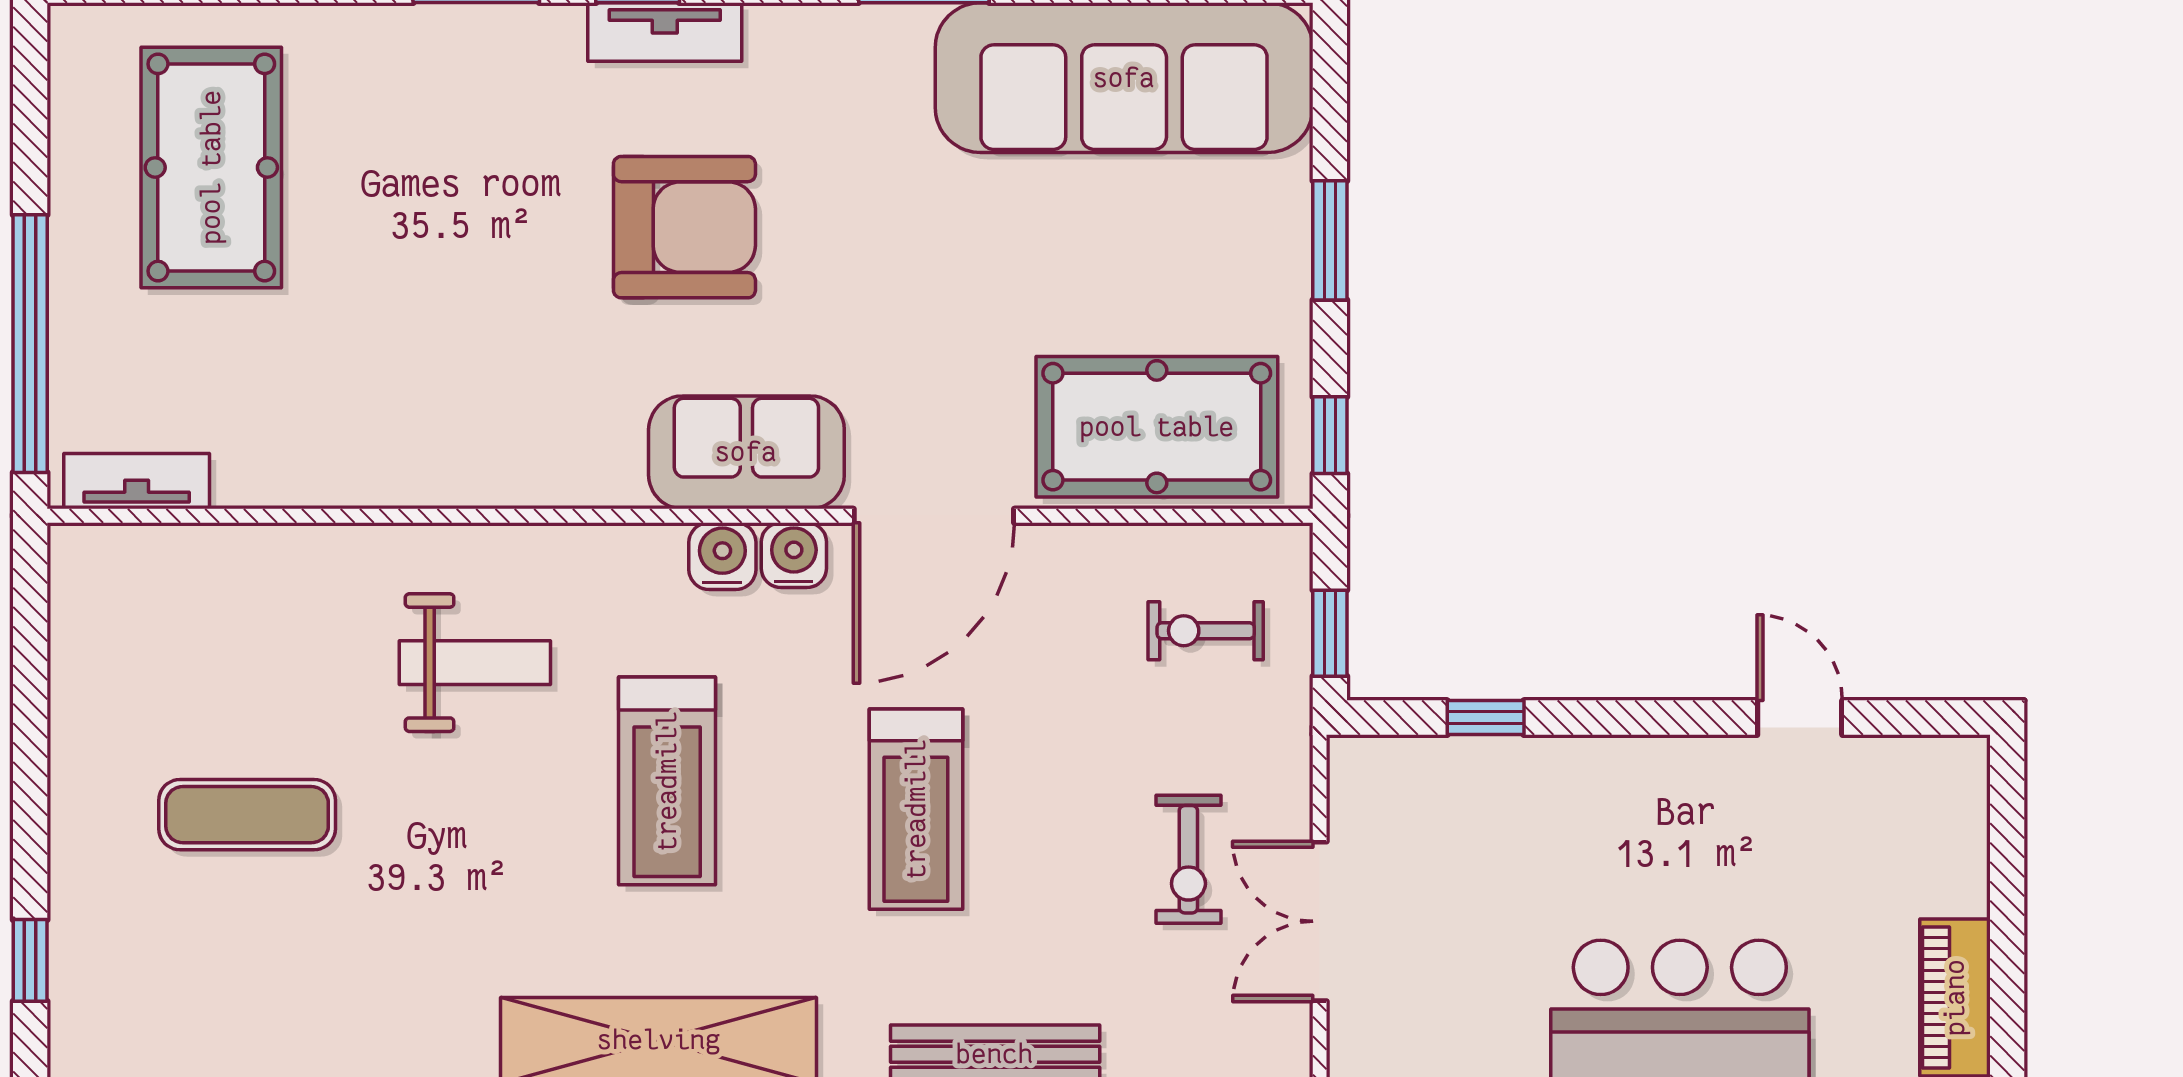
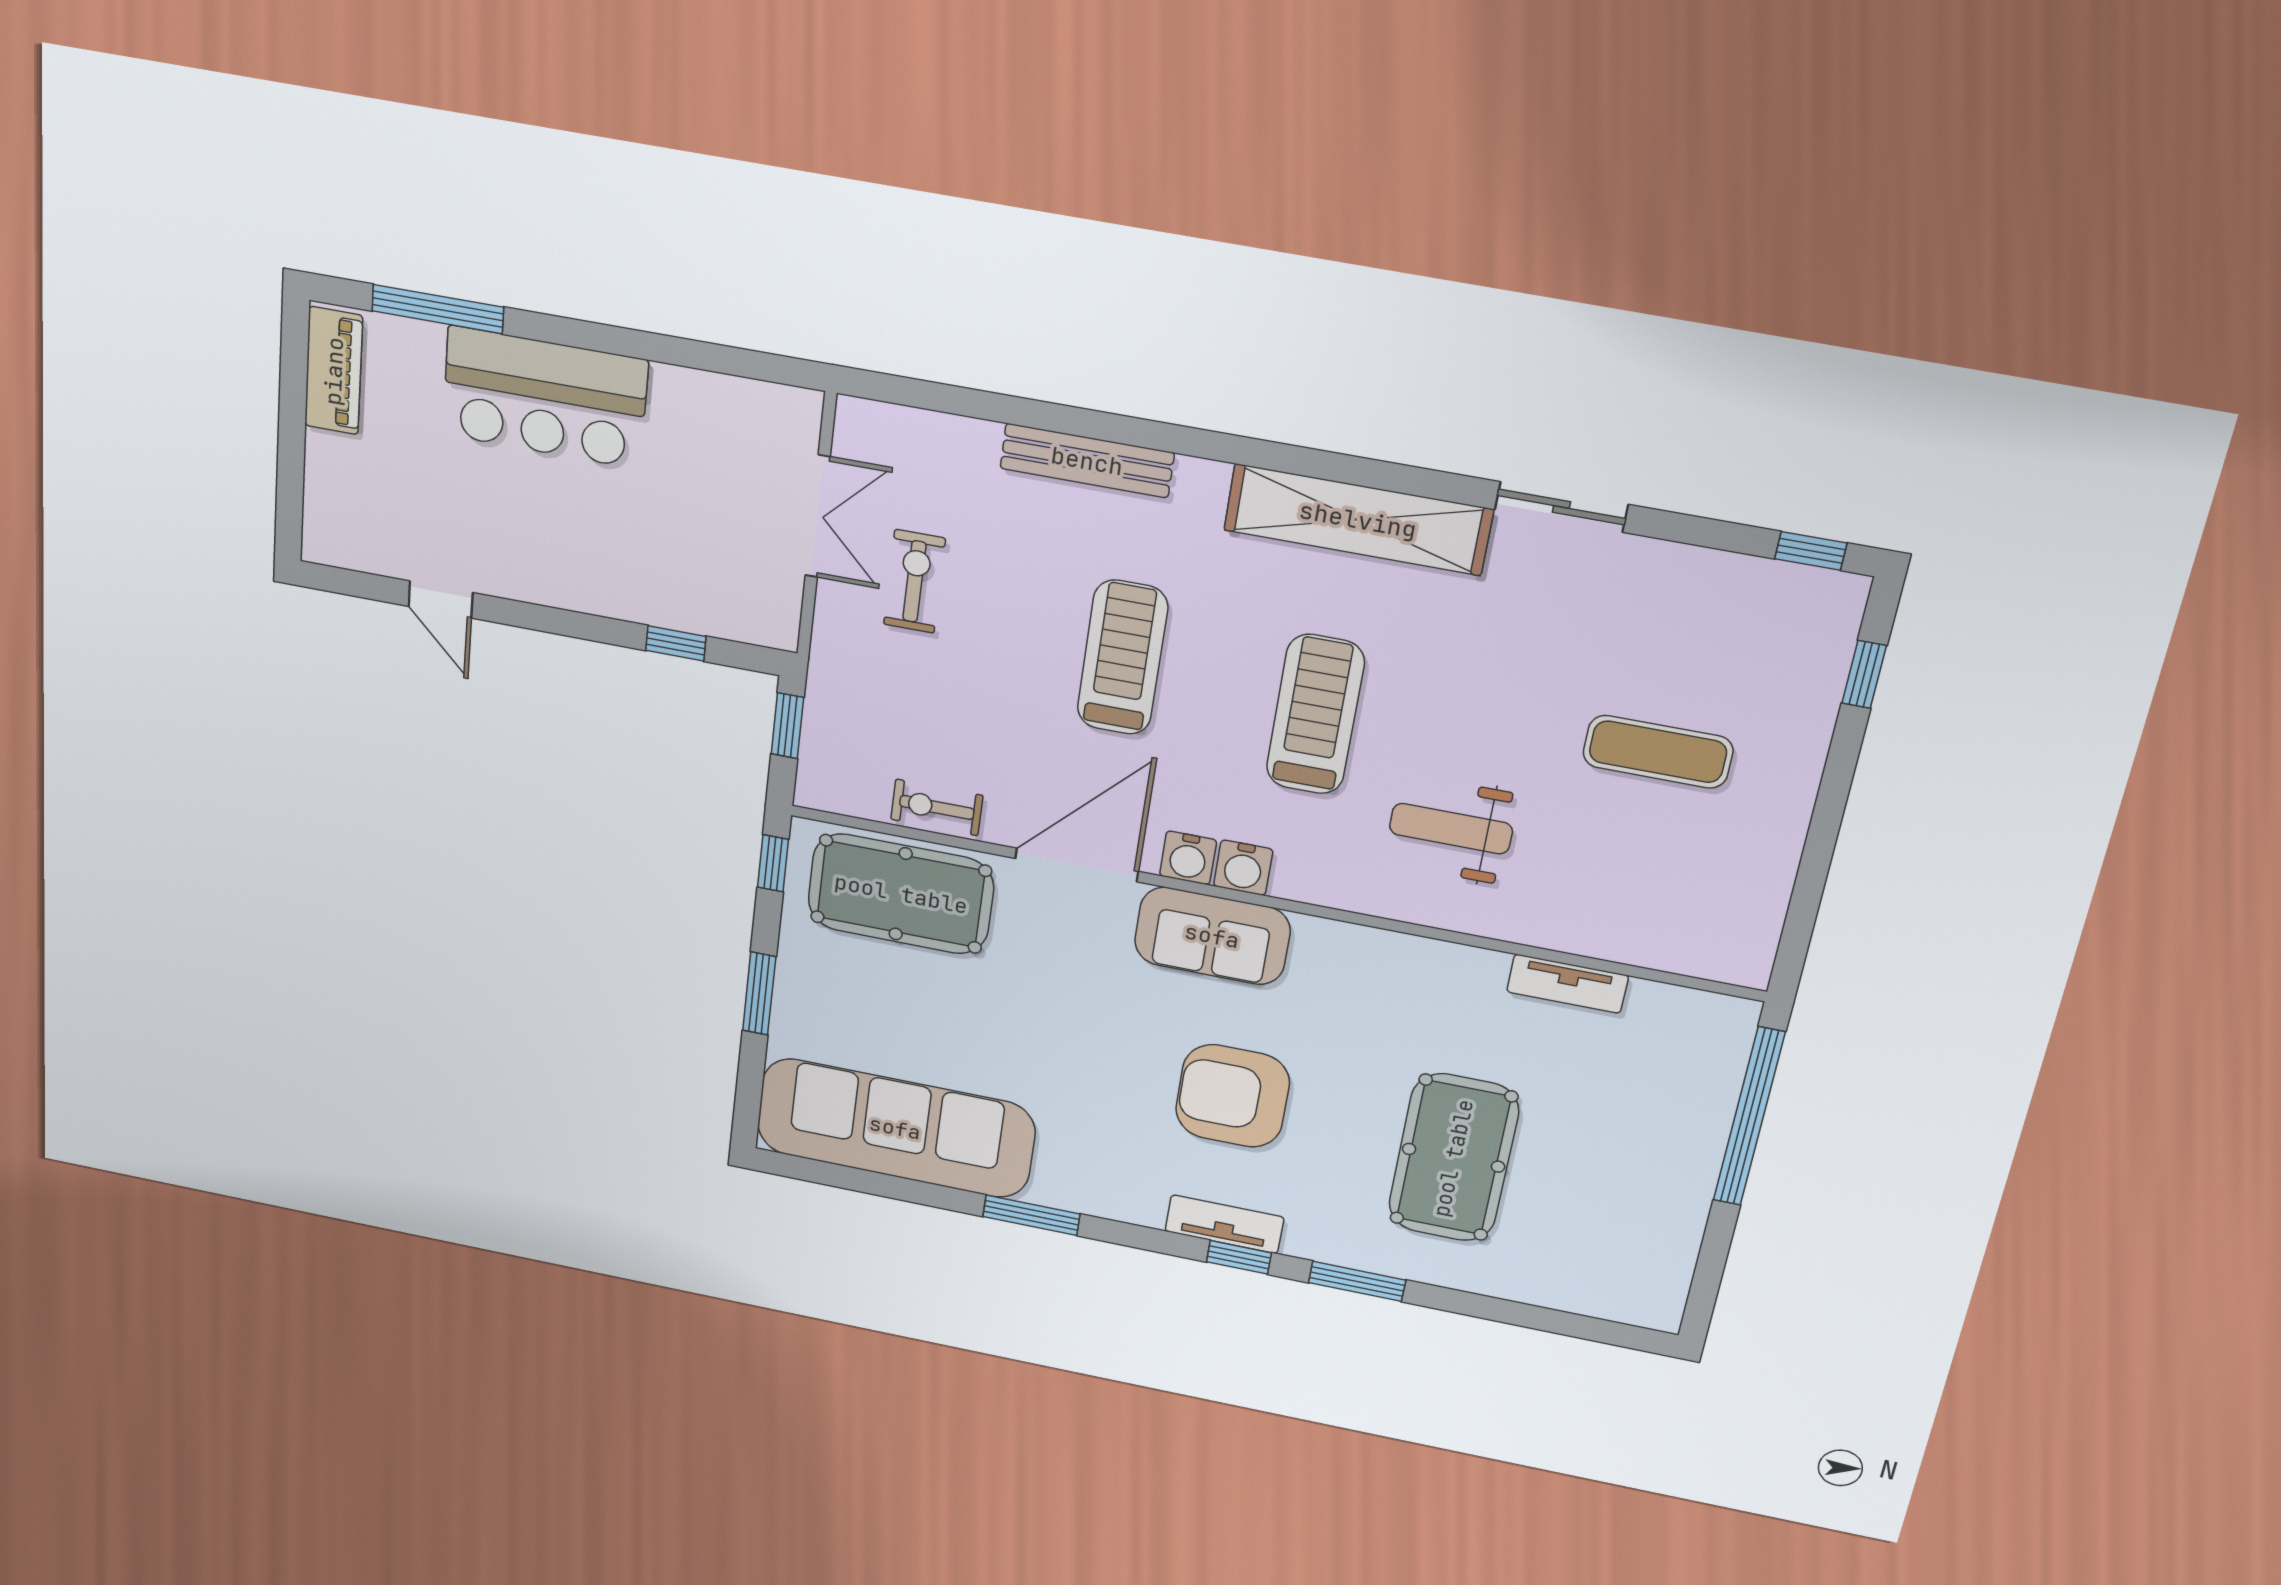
pool table: (211, 167) -> (1453, 1158), moved
tv unit: (137, 481) -> (1567, 984), moved
exercise bike: (1206, 631) -> (937, 807), moved, turned 180

